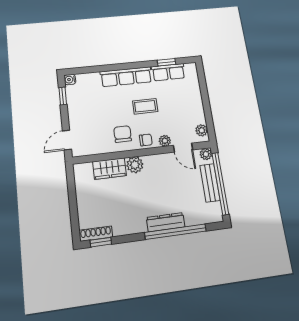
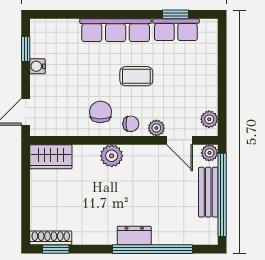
water cooler: (70, 80) -> (37, 66), moved
wardrobe: (110, 169) -> (51, 157), moved
dresser: (166, 222) -> (134, 236), width x0.70

